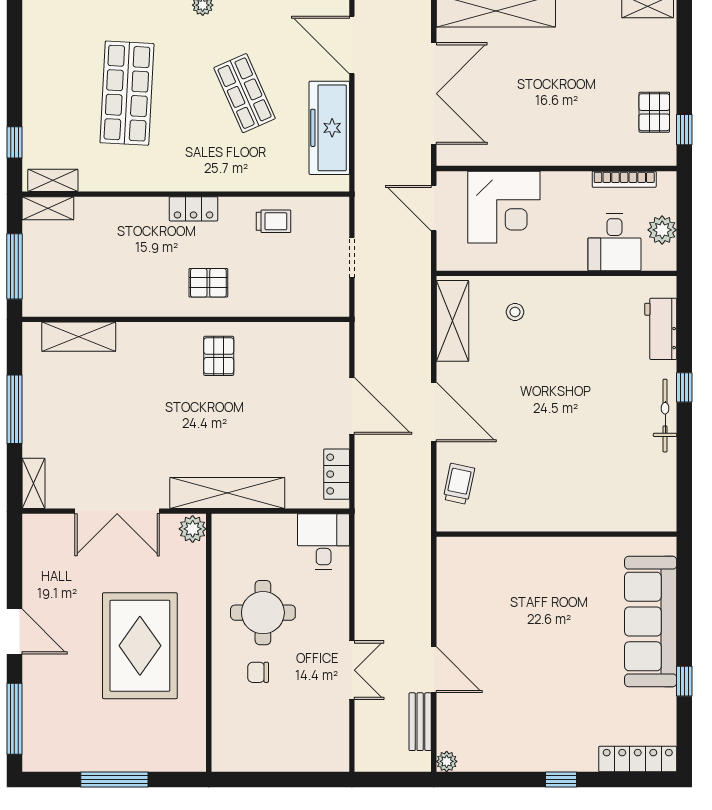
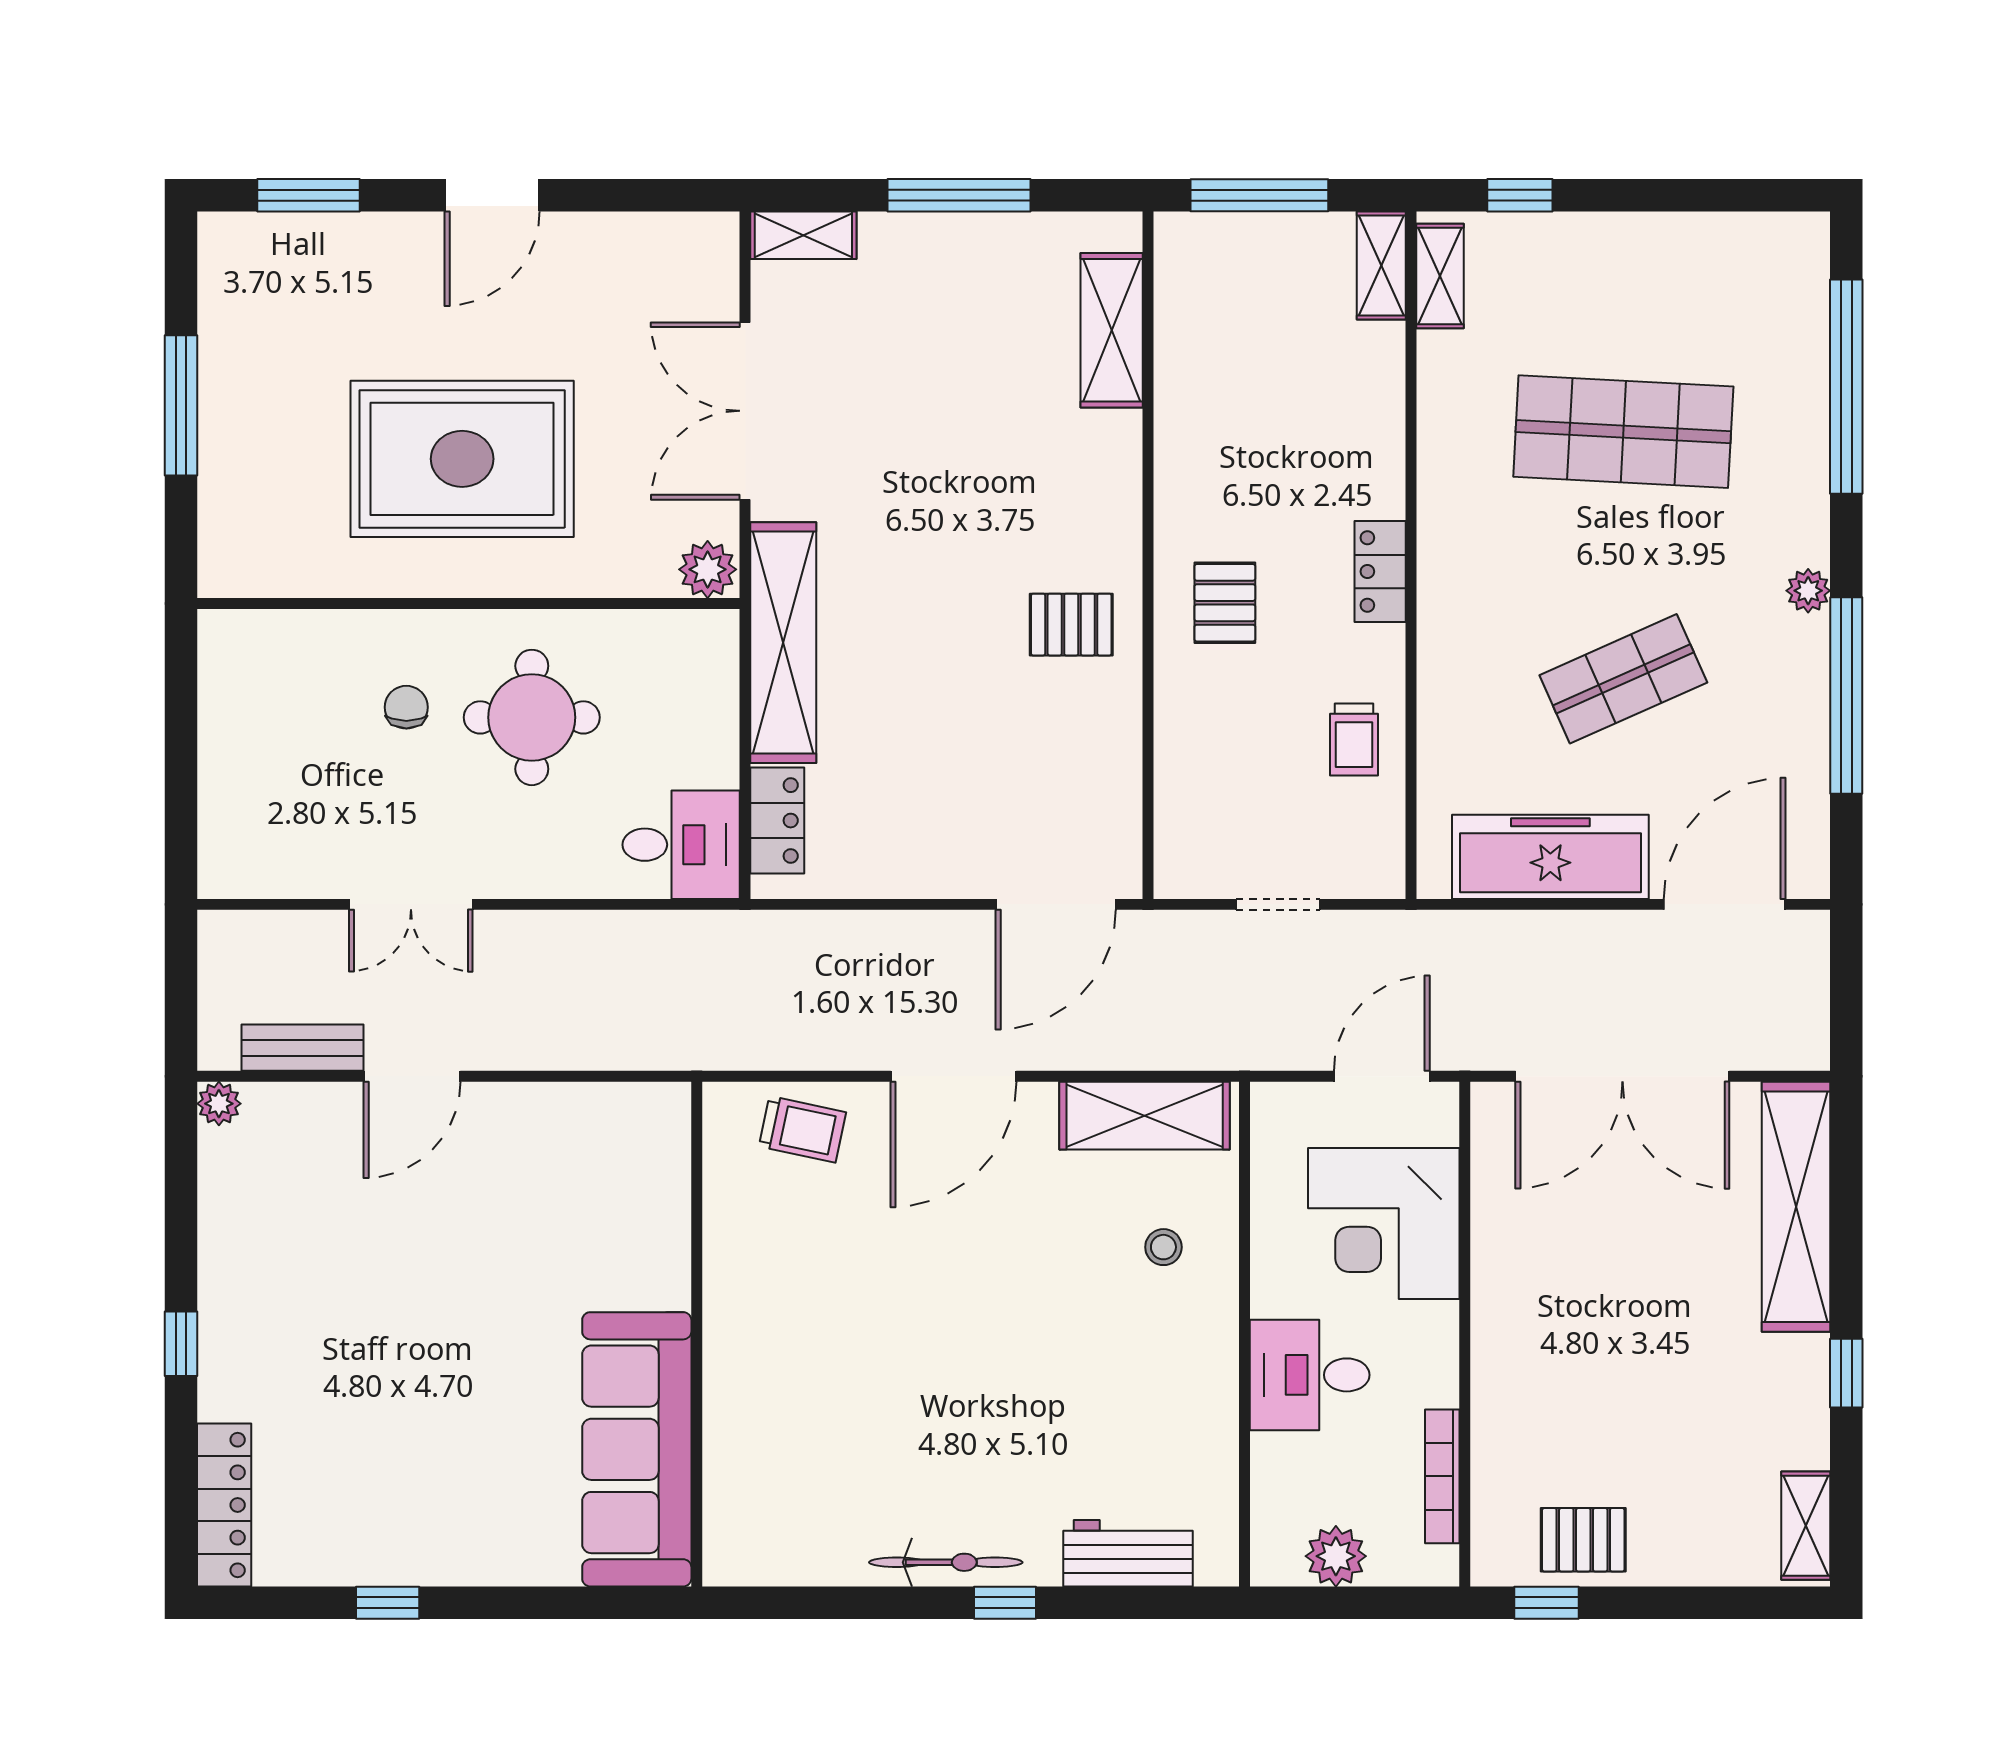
desk: (614, 242) -> (1310, 1375), moved
door: (352, 406) -> (1056, 904), moved
locker: (337, 474) -> (777, 821), moved, turned 90
sofa: (651, 621) -> (637, 1449), moved, turned -90
window: (14, 719) -> (309, 195), width x0.69

